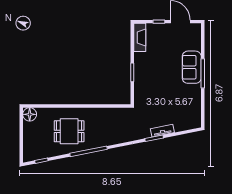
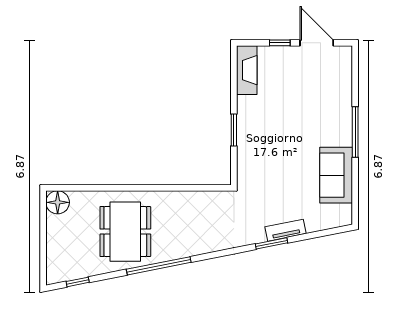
sofa: (192, 67) -> (336, 175), moved
dining table: (69, 131) -> (125, 232), width x1.38

